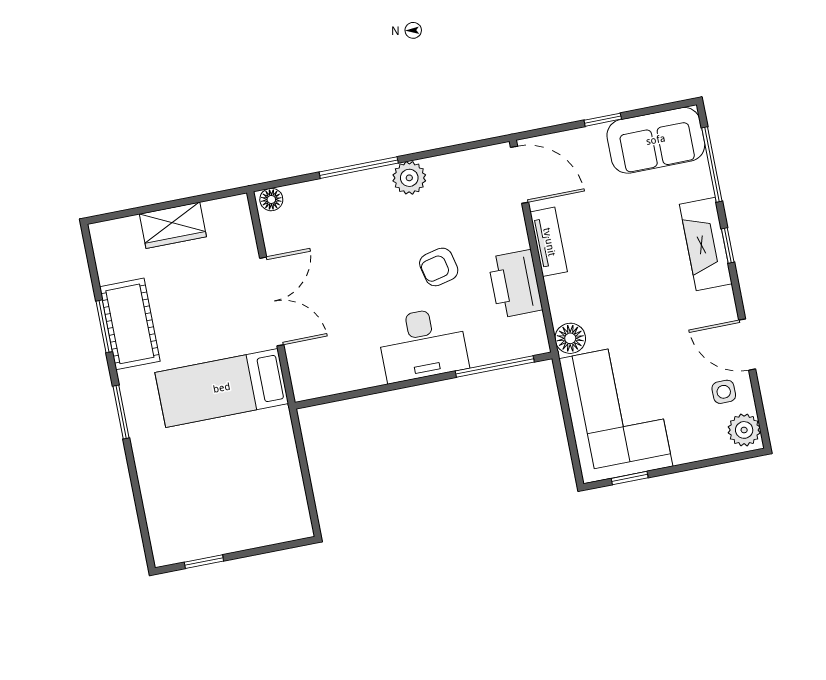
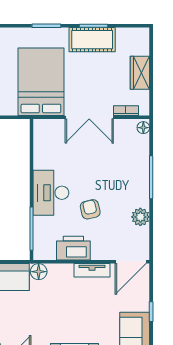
plant: (409, 178) -> (140, 217), moved
bookcase: (247, 237) -> (126, 111), added
bed: (222, 388) -> (41, 82), width x1.50

